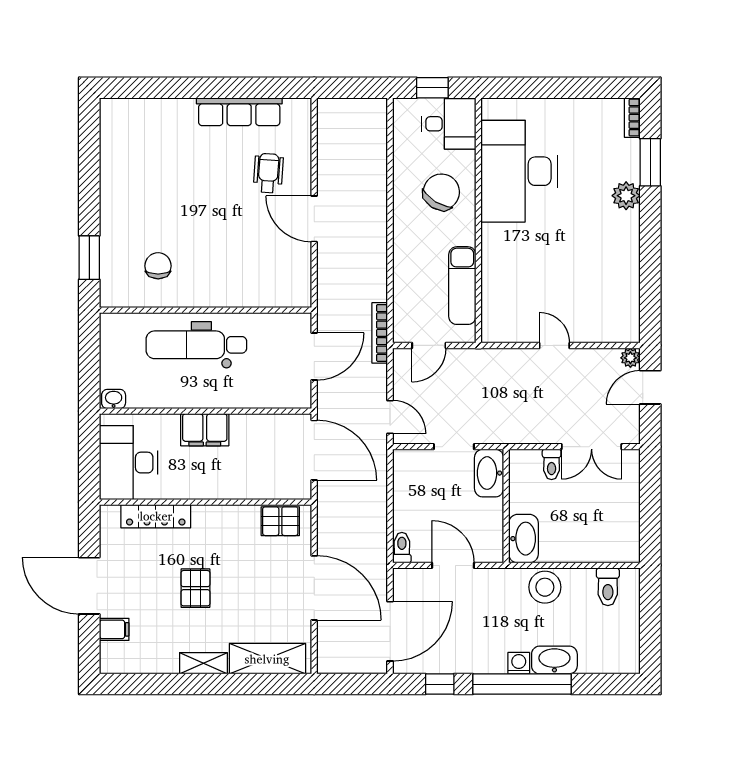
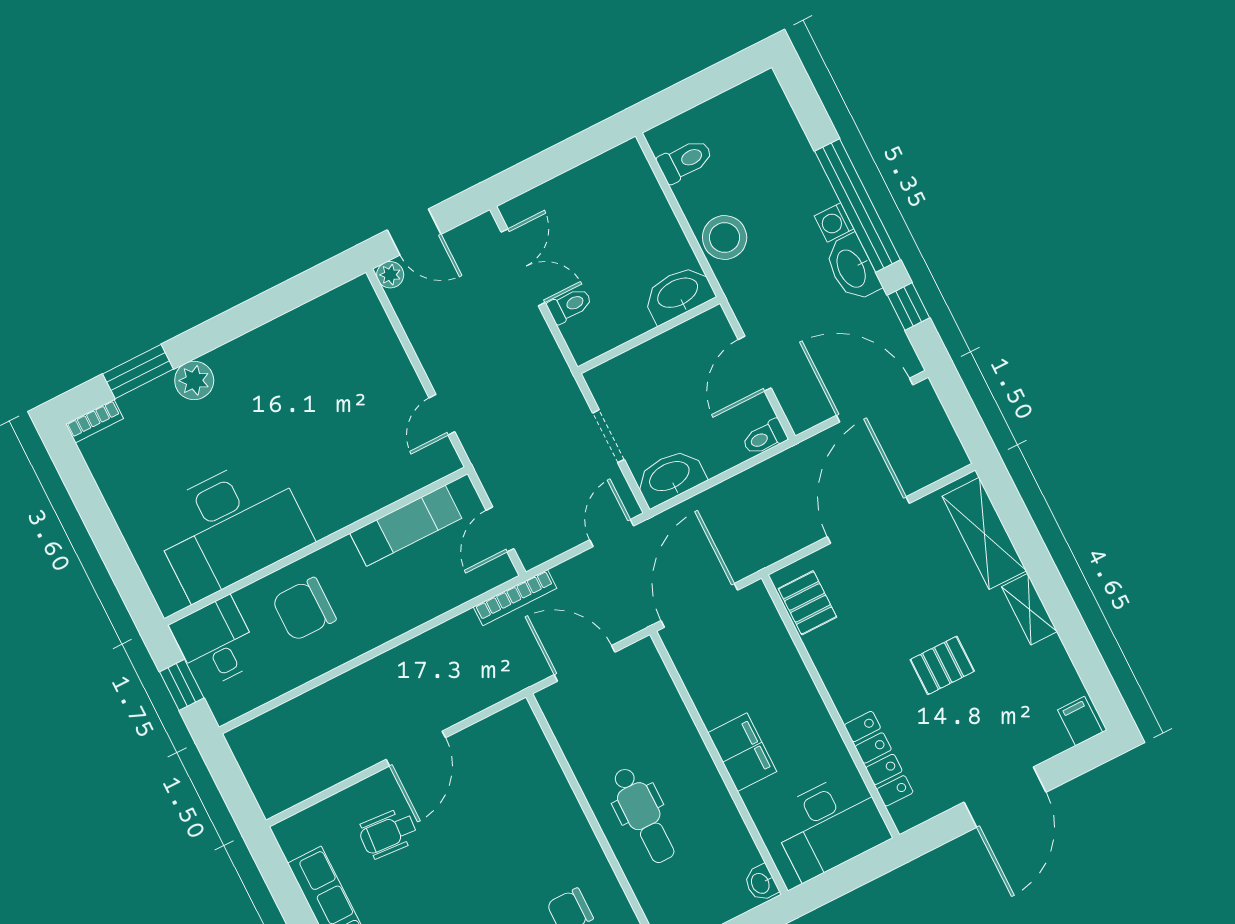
chair: (441, 192) -> (304, 609), turned -32
dental chair: (196, 345) -> (643, 815), width x0.73, depth x0.72
door: (429, 345) -> (500, 529), swing flipped
door: (554, 345) -> (442, 415), moved
washbasin: (489, 473) -> (670, 477), moved, turned 180
filing cabinet: (114, 629) -> (1080, 721), moved
washbasin: (554, 660) -> (852, 268), moved

